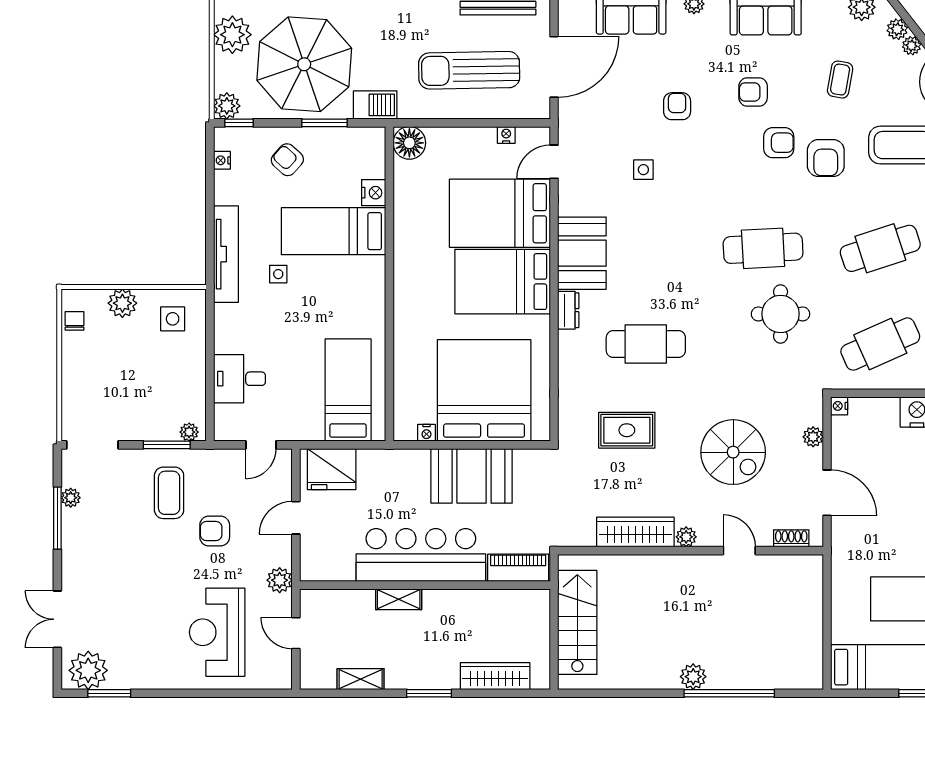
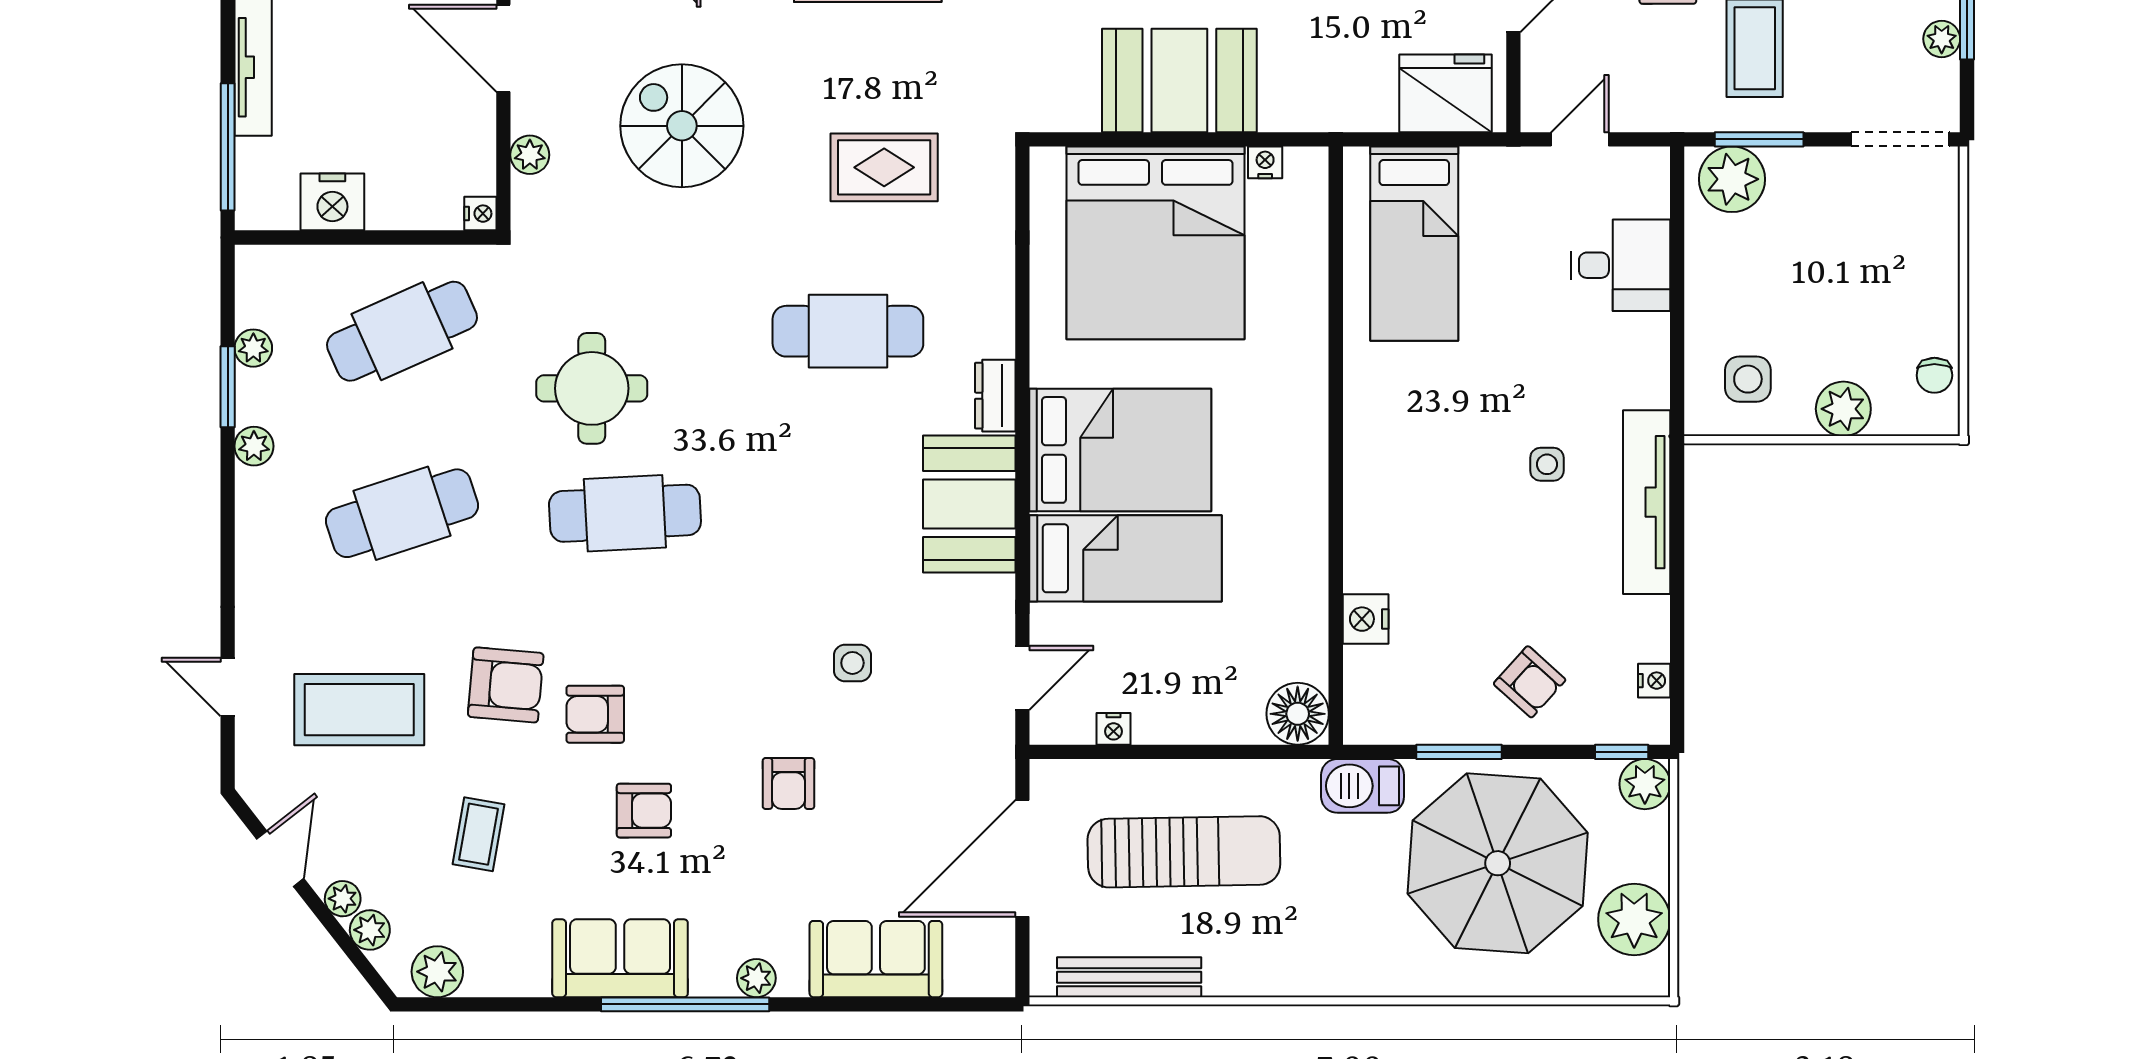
armchair: (826, 158) -> (506, 685), turned 95
bed: (500, 213) -> (1126, 558), width x0.67
bed: (333, 231) -> (1442, 546), removed
plant: (189, 432) -> (1732, 179), width x1.88, depth x1.88

